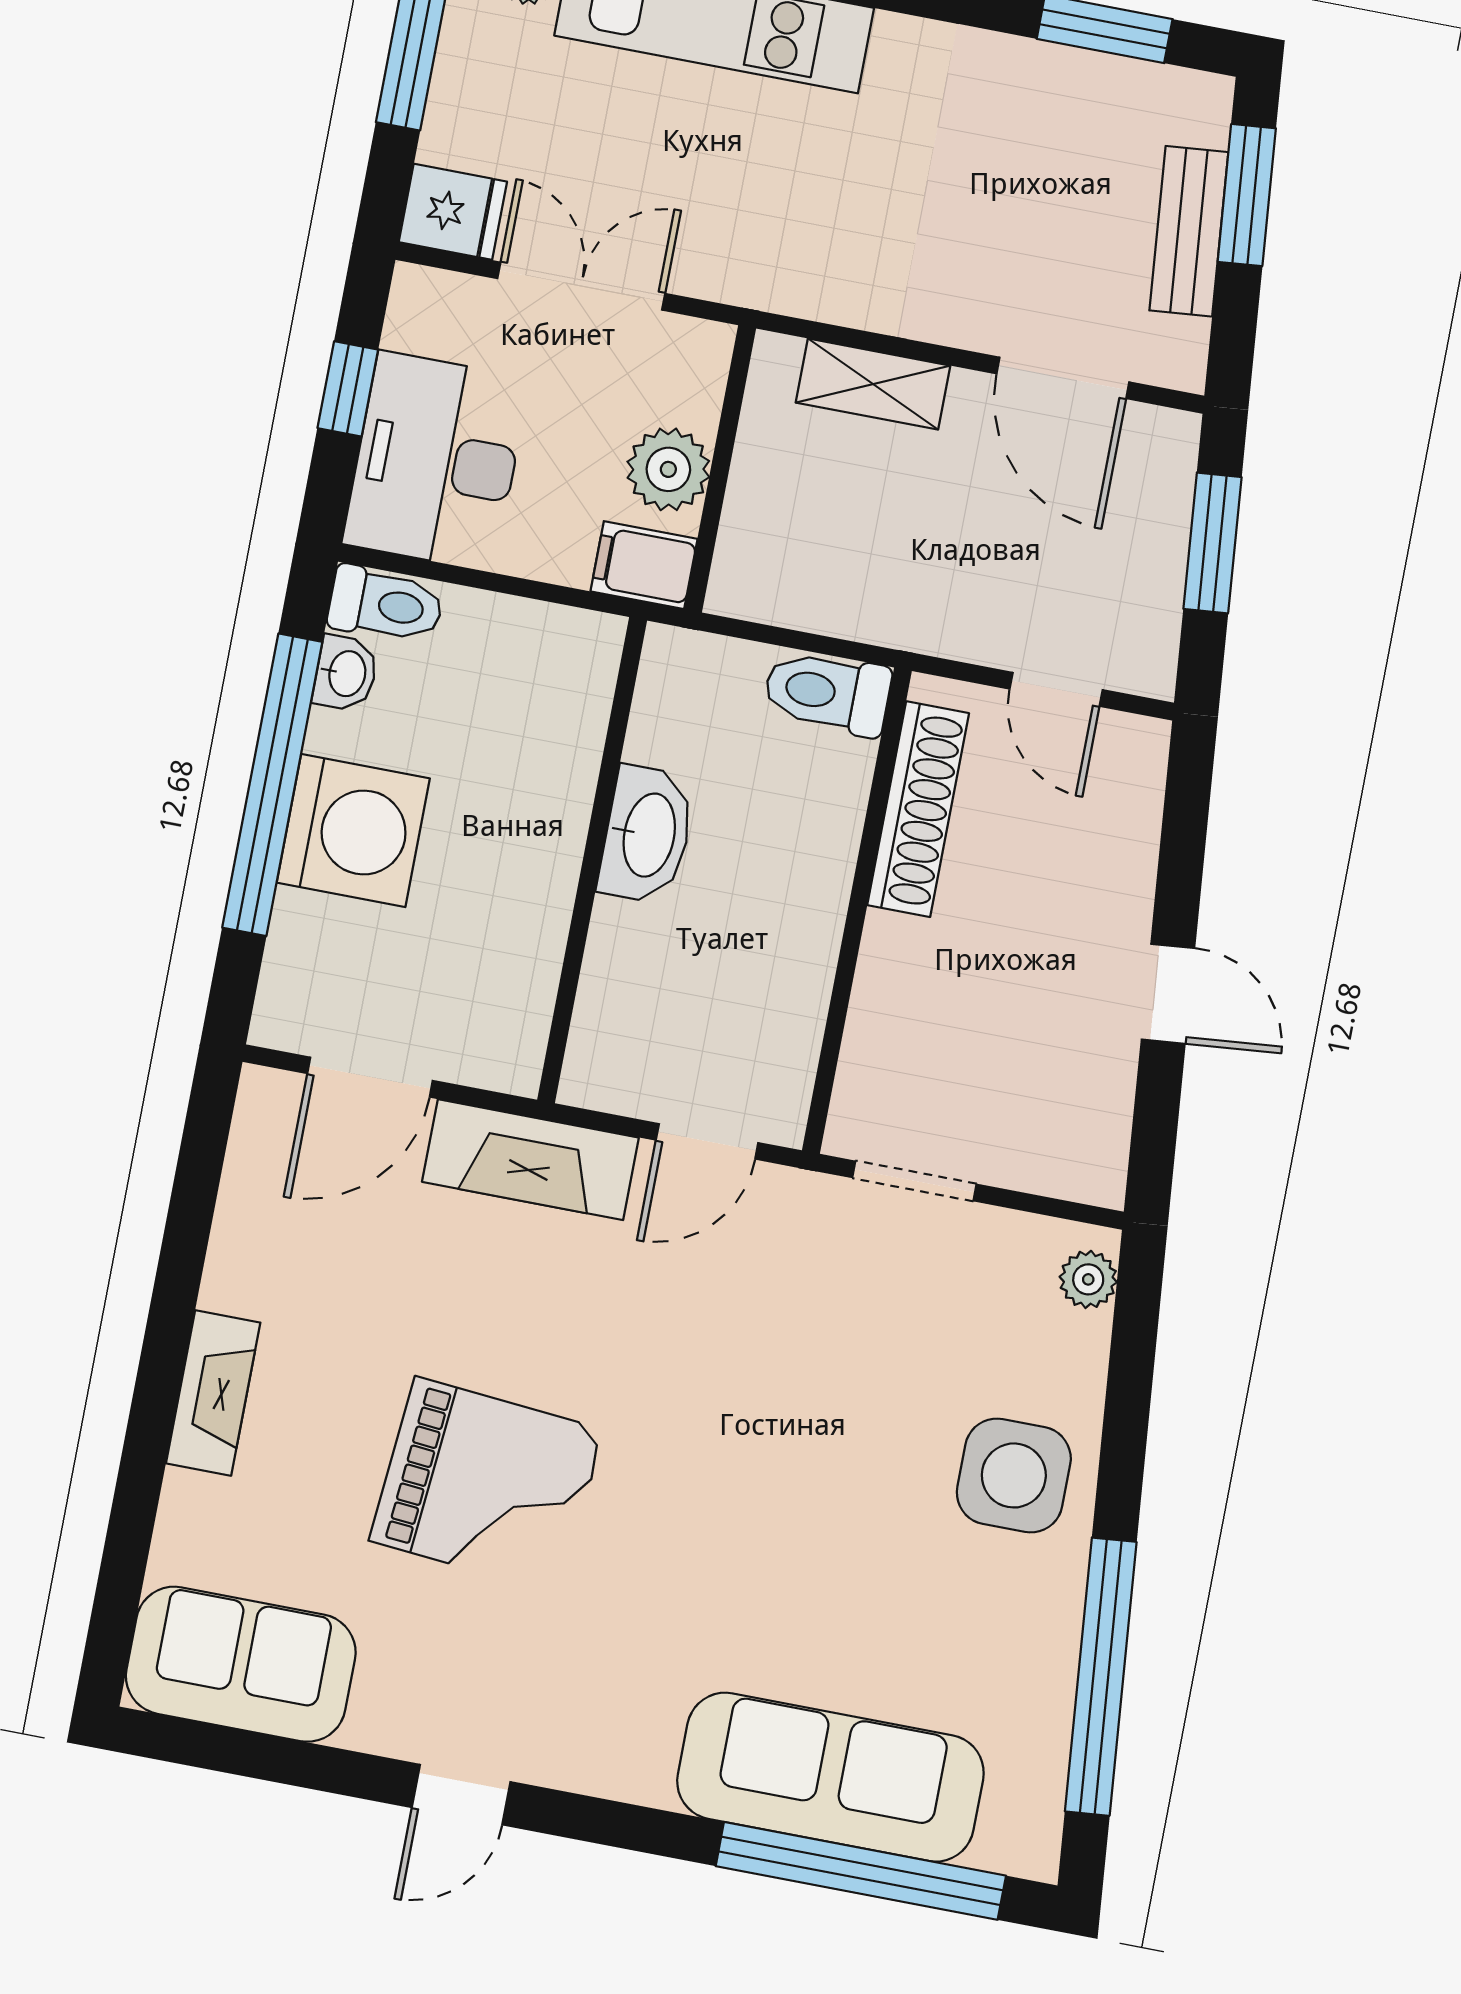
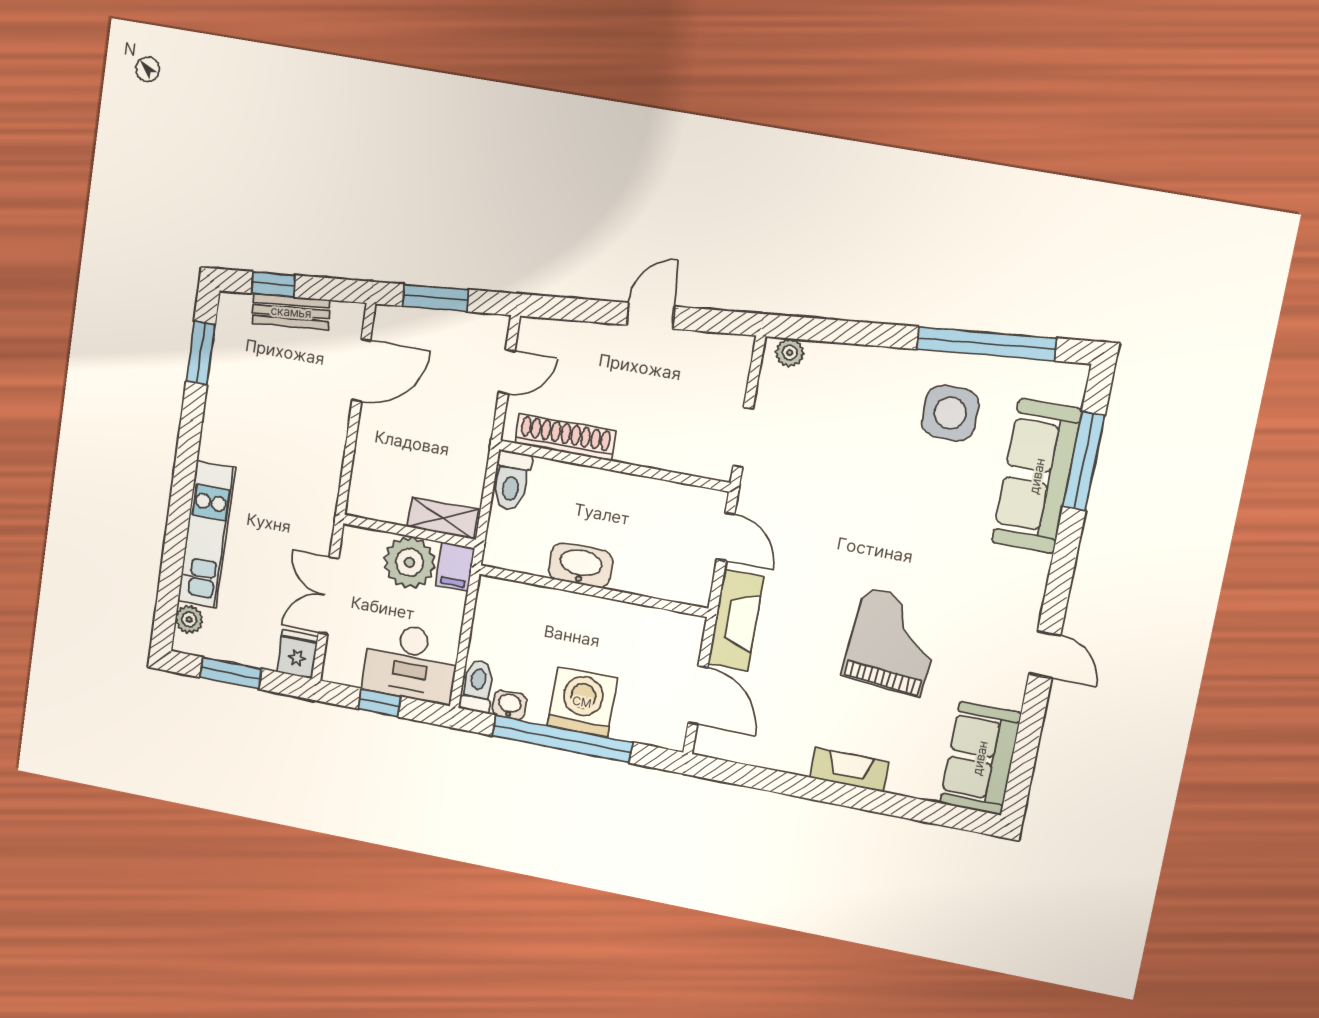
window: (1247, 195) -> (273, 284), width x0.67
shelving: (873, 384) -> (443, 518), moved, turned 90
plant: (668, 469) -> (410, 562), width x1.36, depth x1.36
side table: (1014, 1475) -> (950, 413), moved
window: (861, 1871) -> (1084, 461), width x0.68

